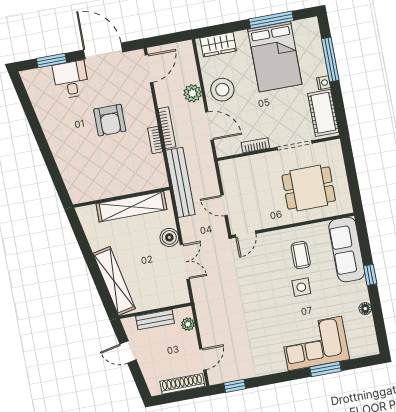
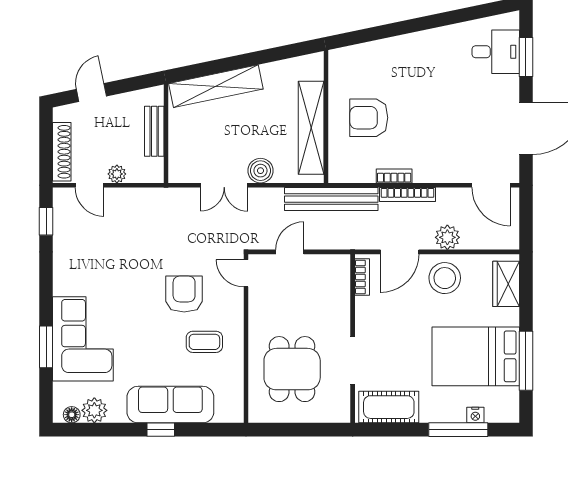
desk: (71, 80) -> (496, 52), moved
nightstand: (324, 83) -> (475, 415), moved
armchair: (110, 120) -> (369, 118), moved
bookcase: (255, 145) -> (362, 277), moved
sofa: (347, 249) -> (170, 405), moved
armchair: (269, 276) -> (184, 294), added
side table: (301, 287) -> (161, 335), removed
floor lamp: (365, 309) -> (72, 415), moved
plant: (188, 324) -> (117, 174), moved
plant: (365, 326) -> (94, 410), added
door: (128, 352) -> (91, 93), moved

